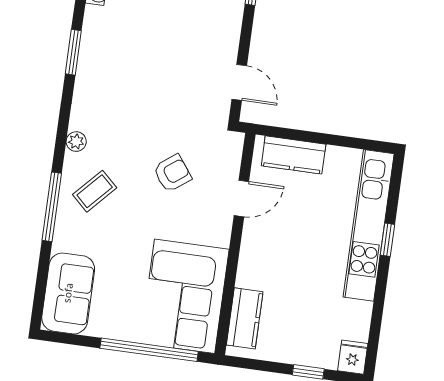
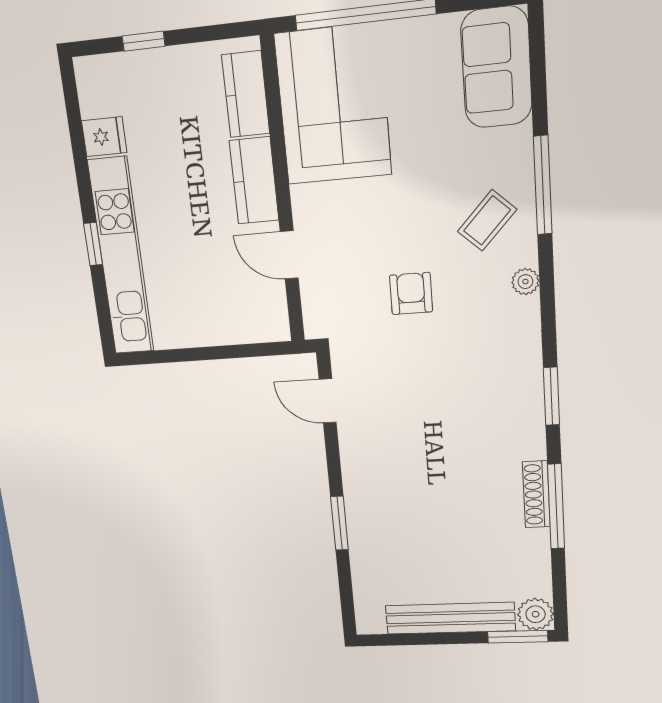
kitchen counter: (294, 155) -> (254, 181), moved, turned -90
armchair: (172, 173) -> (411, 293), moved, turned 127
door: (241, 199) -> (289, 255), hinge flipped
fridge: (353, 357) -> (104, 137), moved, turned -90

